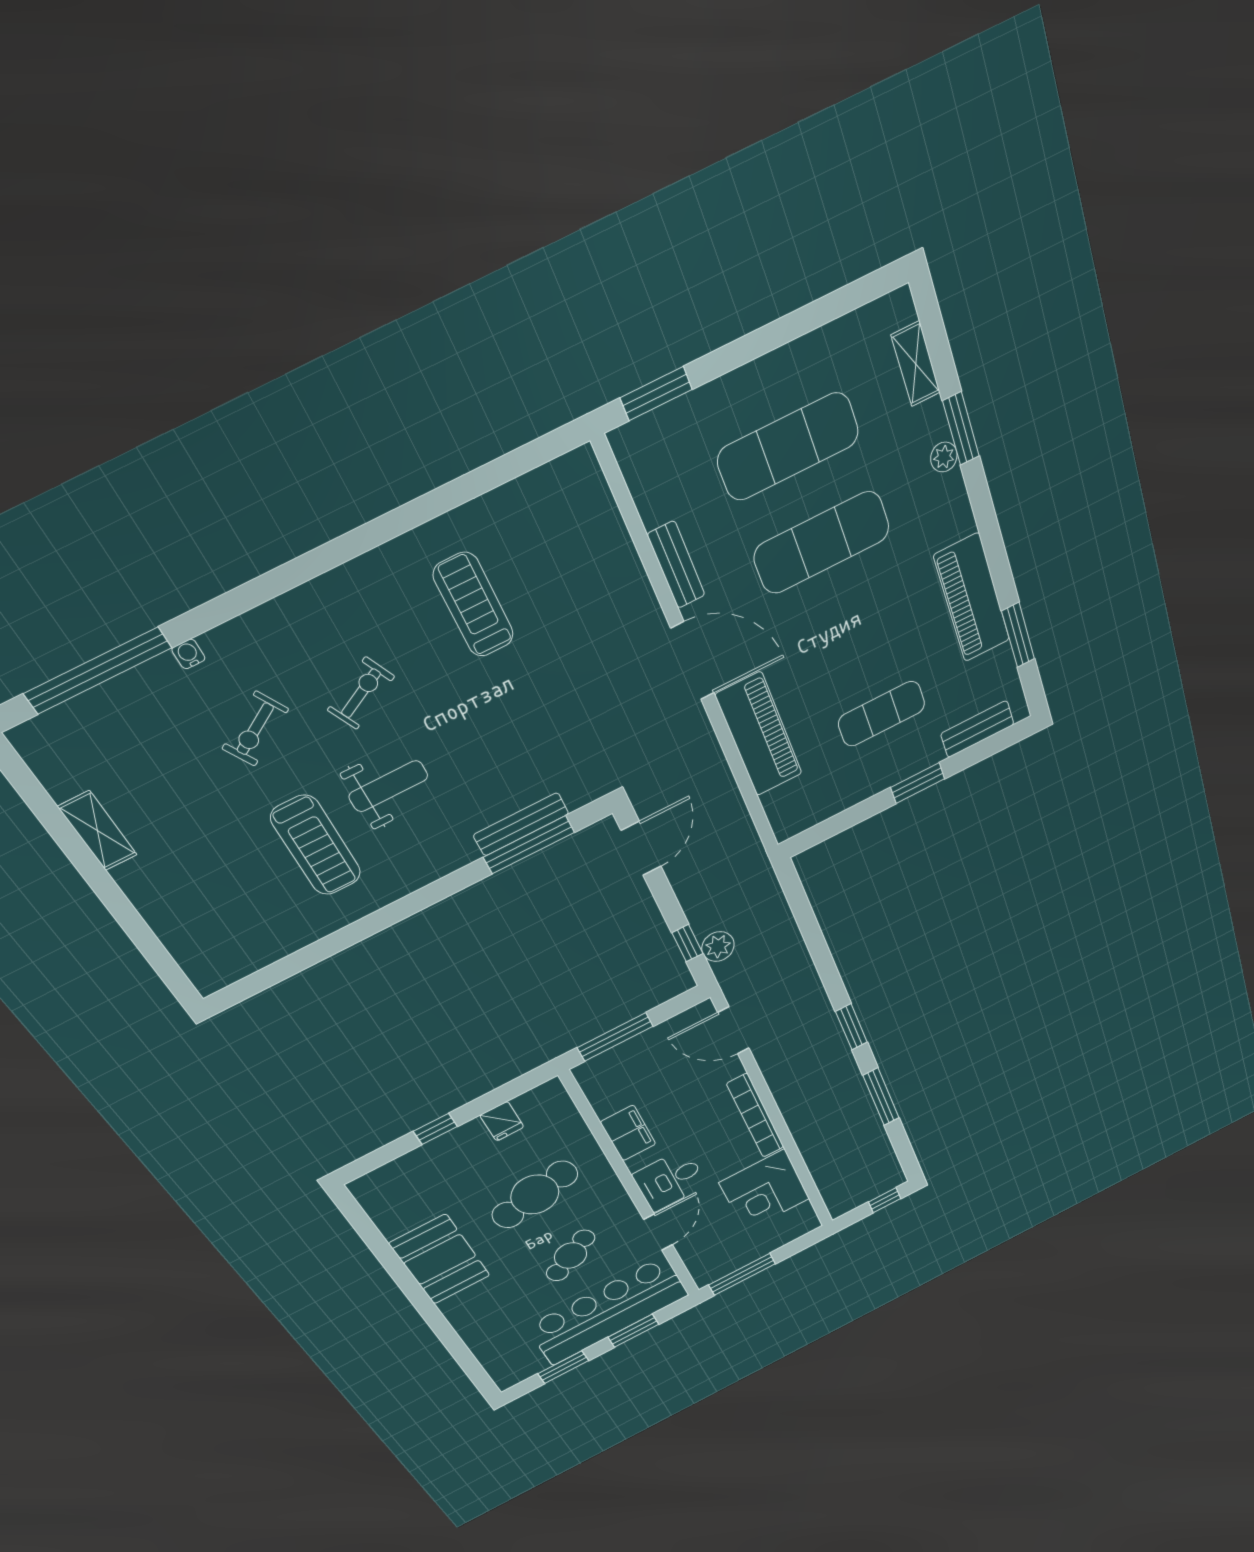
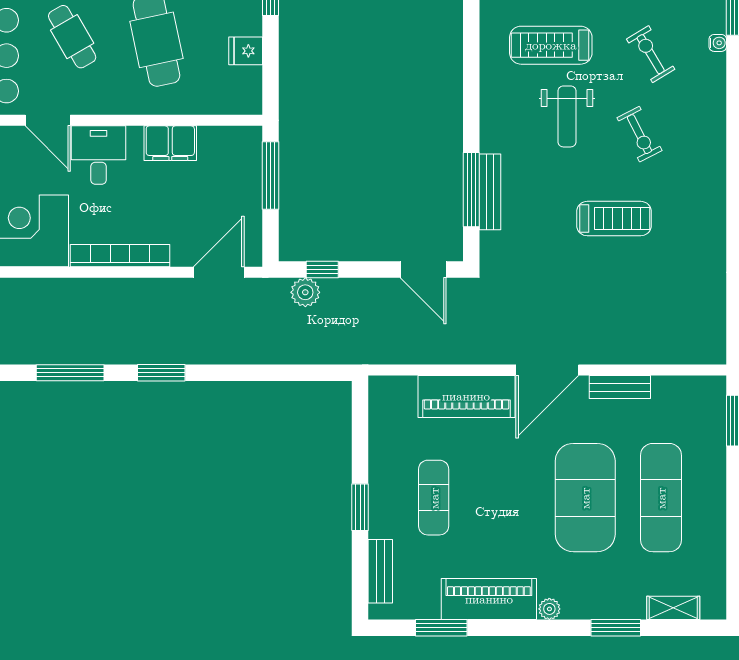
plant: (944, 457) -> (549, 609), moved
exercise mat: (822, 543) -> (585, 498), width x1.47
treadmill: (474, 605) -> (614, 219), moved

